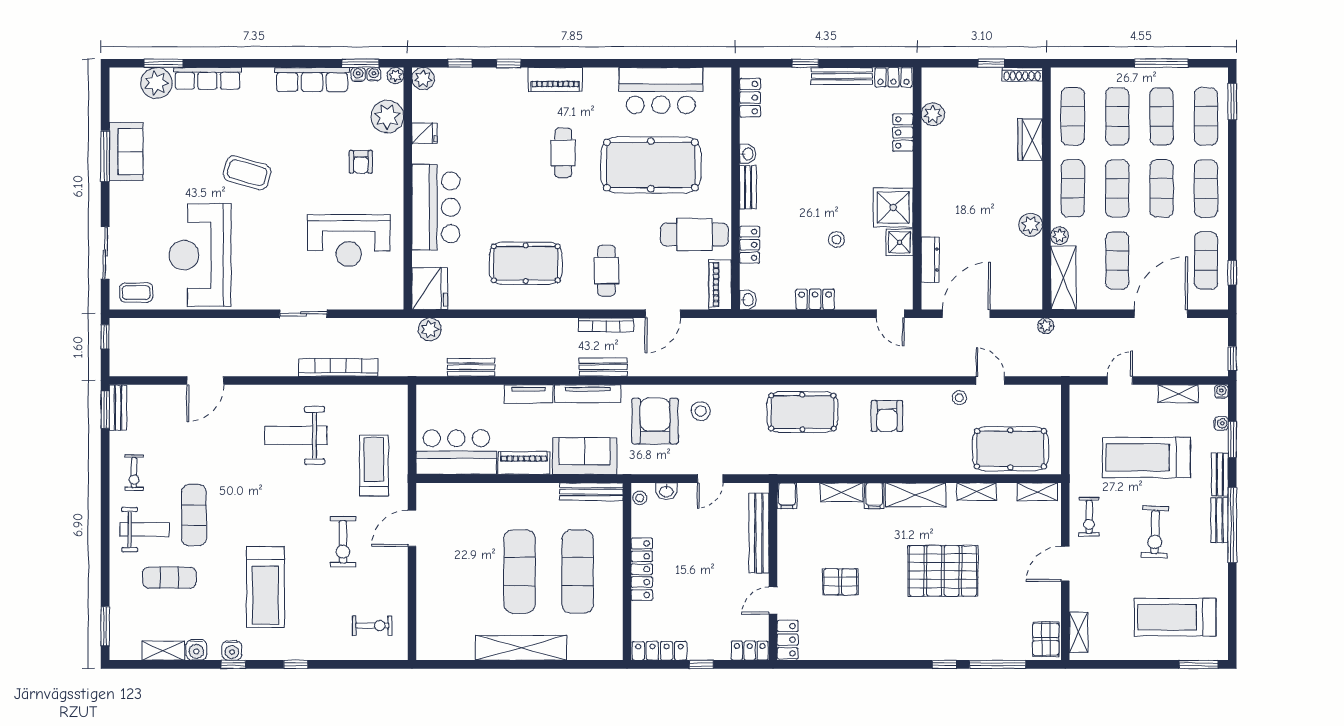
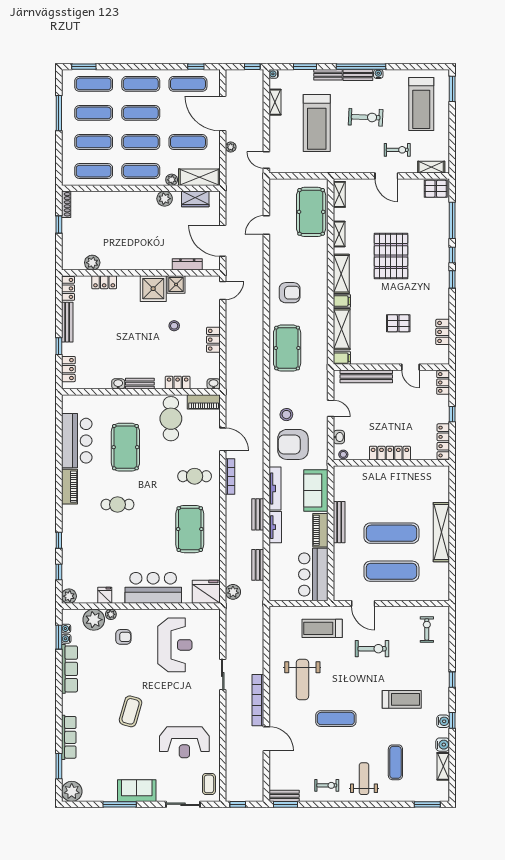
plant: (395, 76) -> (111, 614), moved
piano: (555, 79) -> (69, 487), moved
plant: (156, 83) -> (72, 791), moved
locker: (750, 98) -> (68, 369), moved, turned 90
wardrobe: (1030, 140) -> (195, 199), moved
sofa: (126, 152) -> (137, 791), moved
pool table: (651, 165) -> (125, 447), width x0.73, depth x0.76
reception desk: (200, 255) -> (184, 742), width x0.74, depth x0.77
plant: (1046, 326) -> (231, 147), moved
bookcase: (338, 367) -> (258, 700), moved
bench: (603, 367) -> (258, 514), moved
door: (1120, 381) -> (266, 160), moved
stool: (959, 398) -> (278, 245), removed
water cooler: (1221, 423) -> (378, 74), moved
bench: (591, 492) -> (339, 522), moved
shelving: (842, 492) -> (342, 329), width x1.50, depth x1.33
exercise mat: (194, 515) -> (336, 719), moved
exercise bike: (1089, 517) -> (397, 150), moved
exercise mat: (578, 572) -> (391, 571), moved
pallet: (840, 582) -> (398, 323), turned 90
treadmill: (265, 587) -> (402, 699), width x0.73, depth x0.73
locker: (788, 640) -> (443, 332), moved, turned -90
window: (907, 664) -> (452, 279), added

